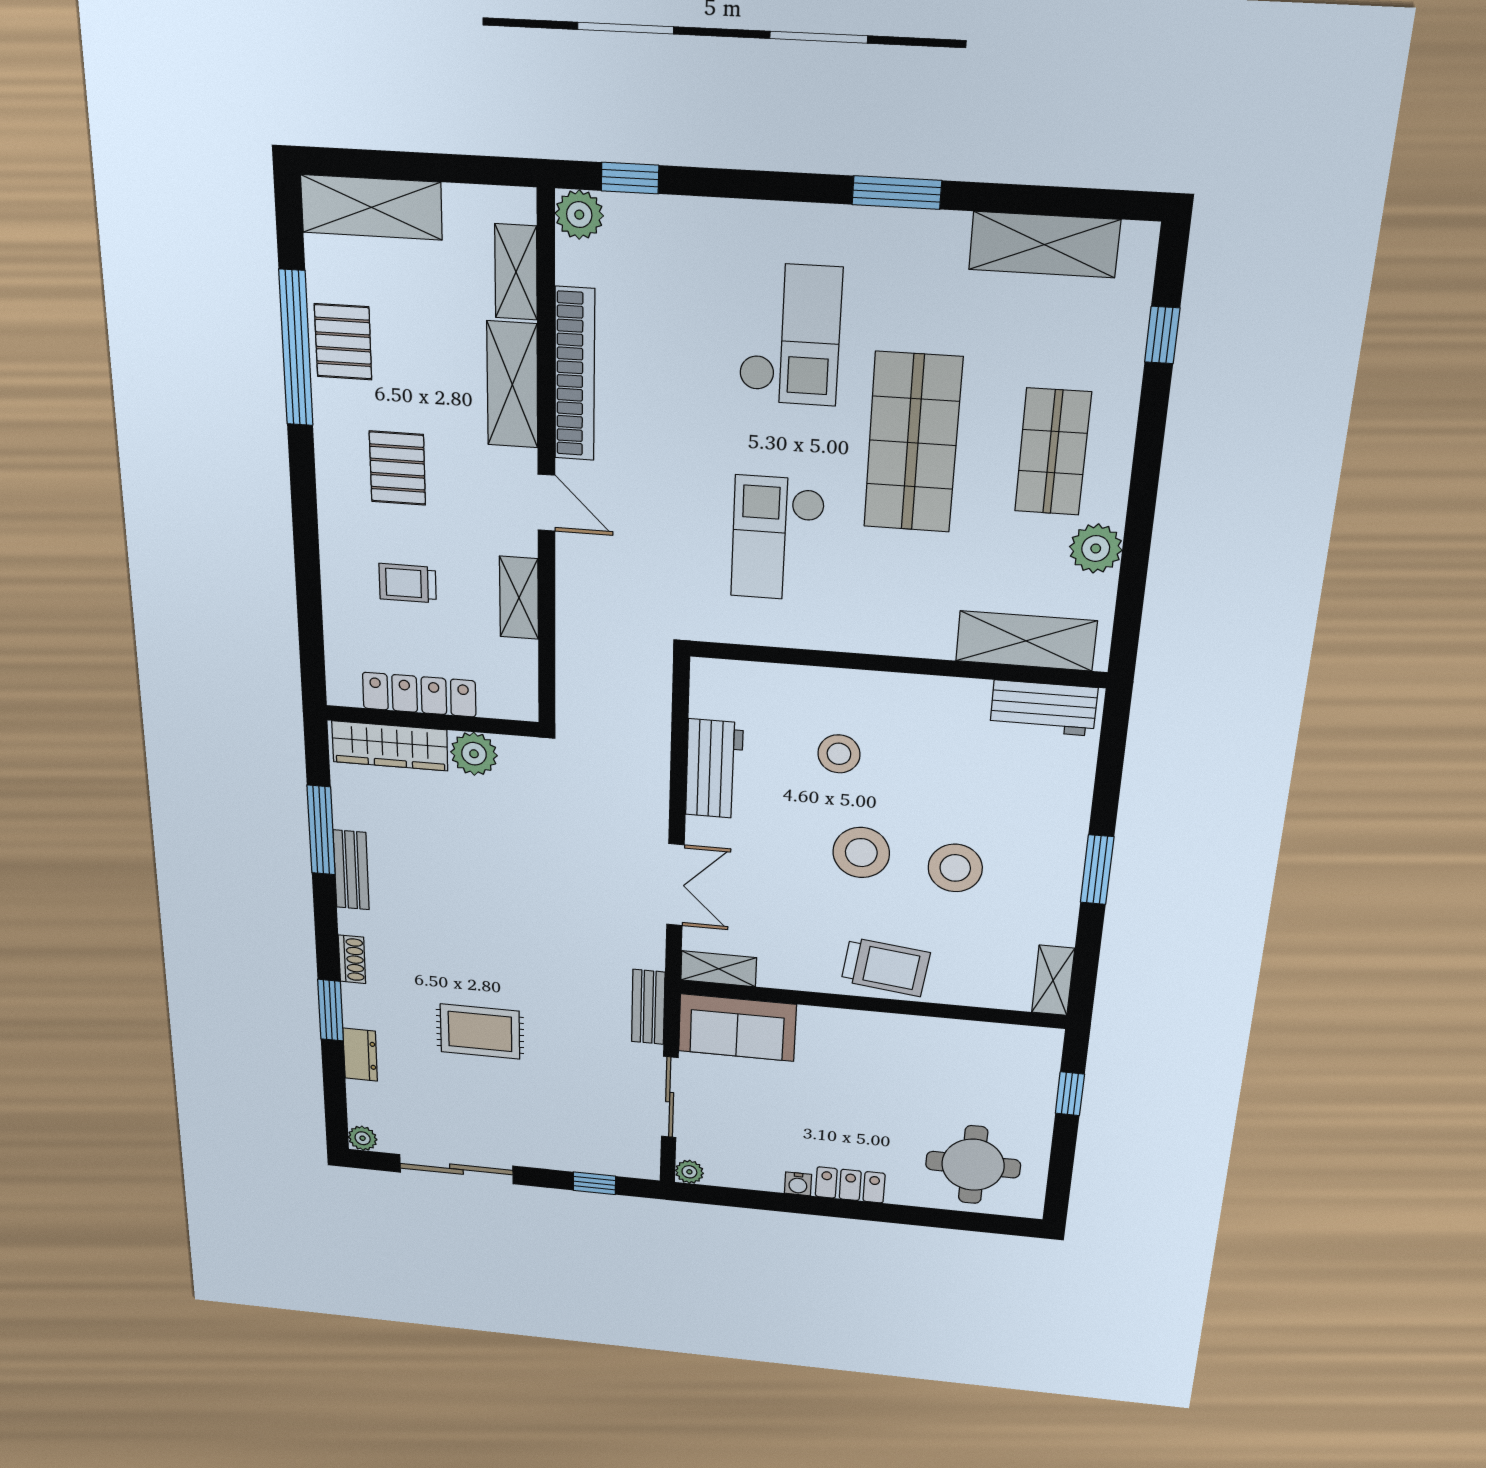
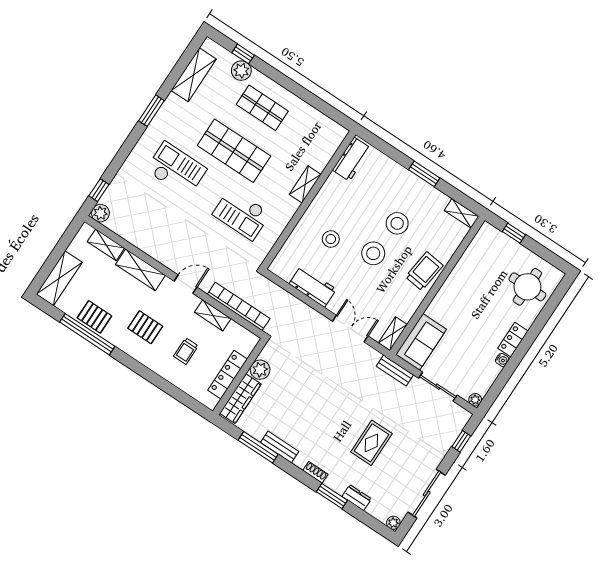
bookcase: (575, 374) -> (239, 306), moved
plant: (1096, 548) -> (241, 71), moved
shelving: (1026, 641) -> (305, 184), moved, width x0.67, depth x0.75

